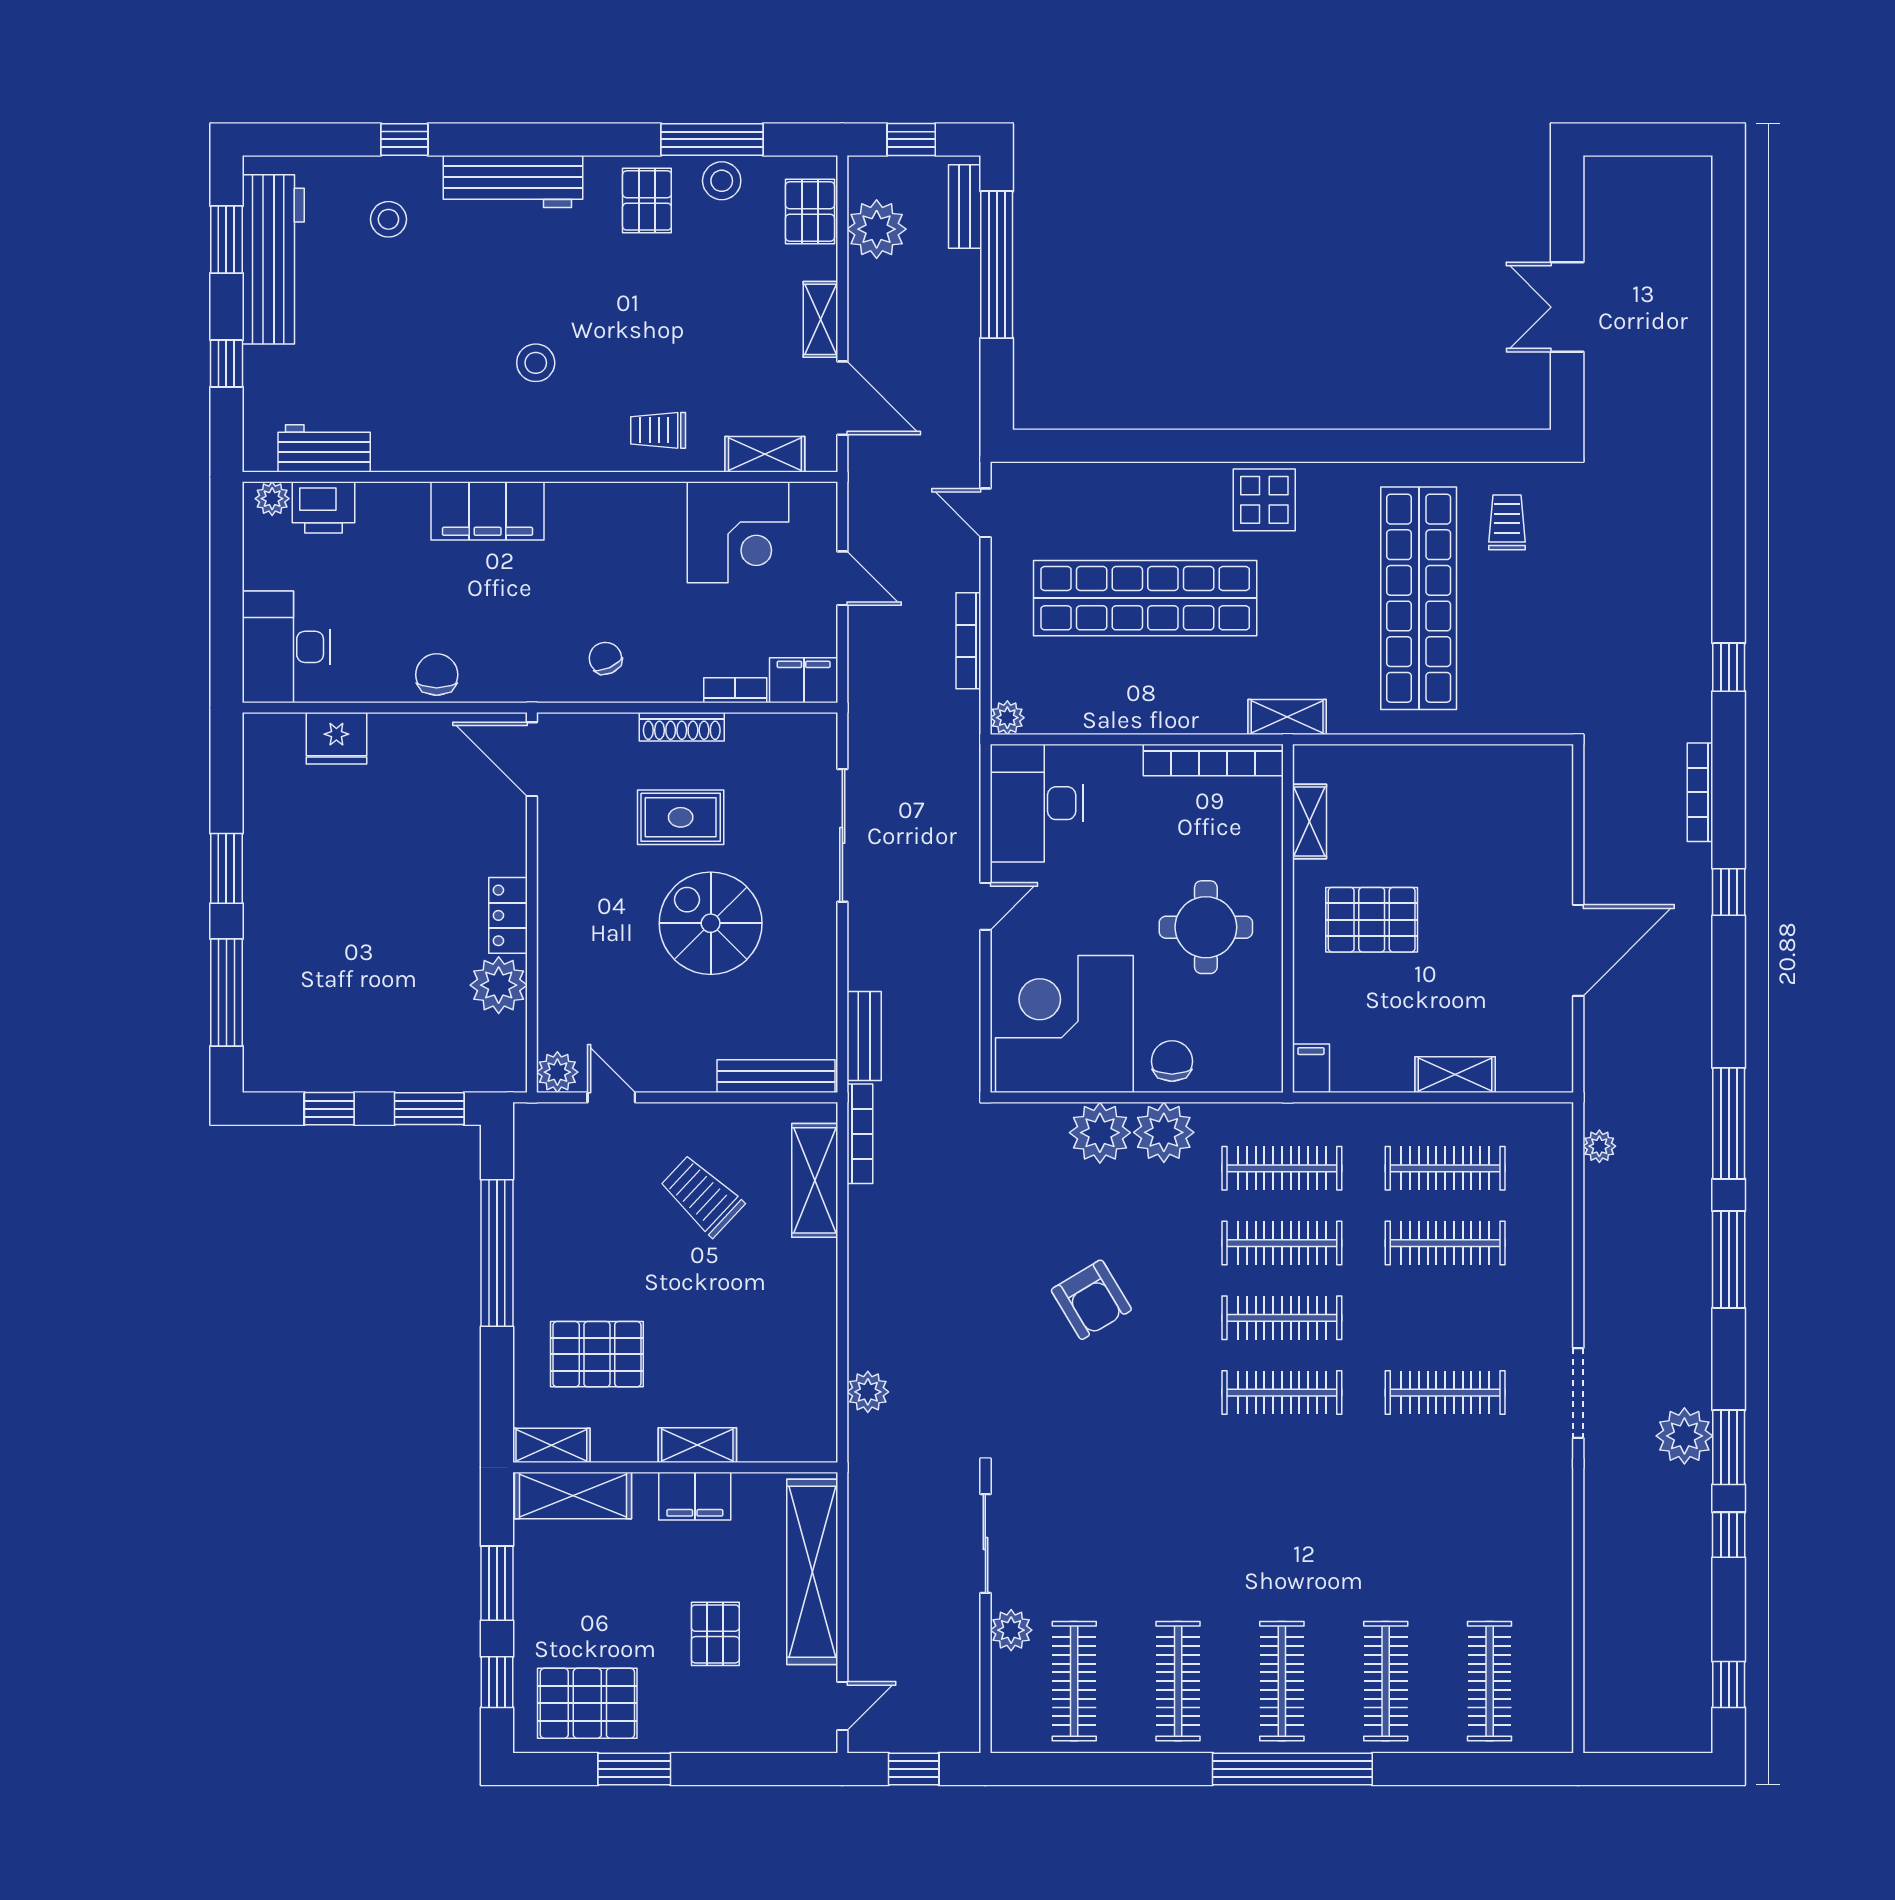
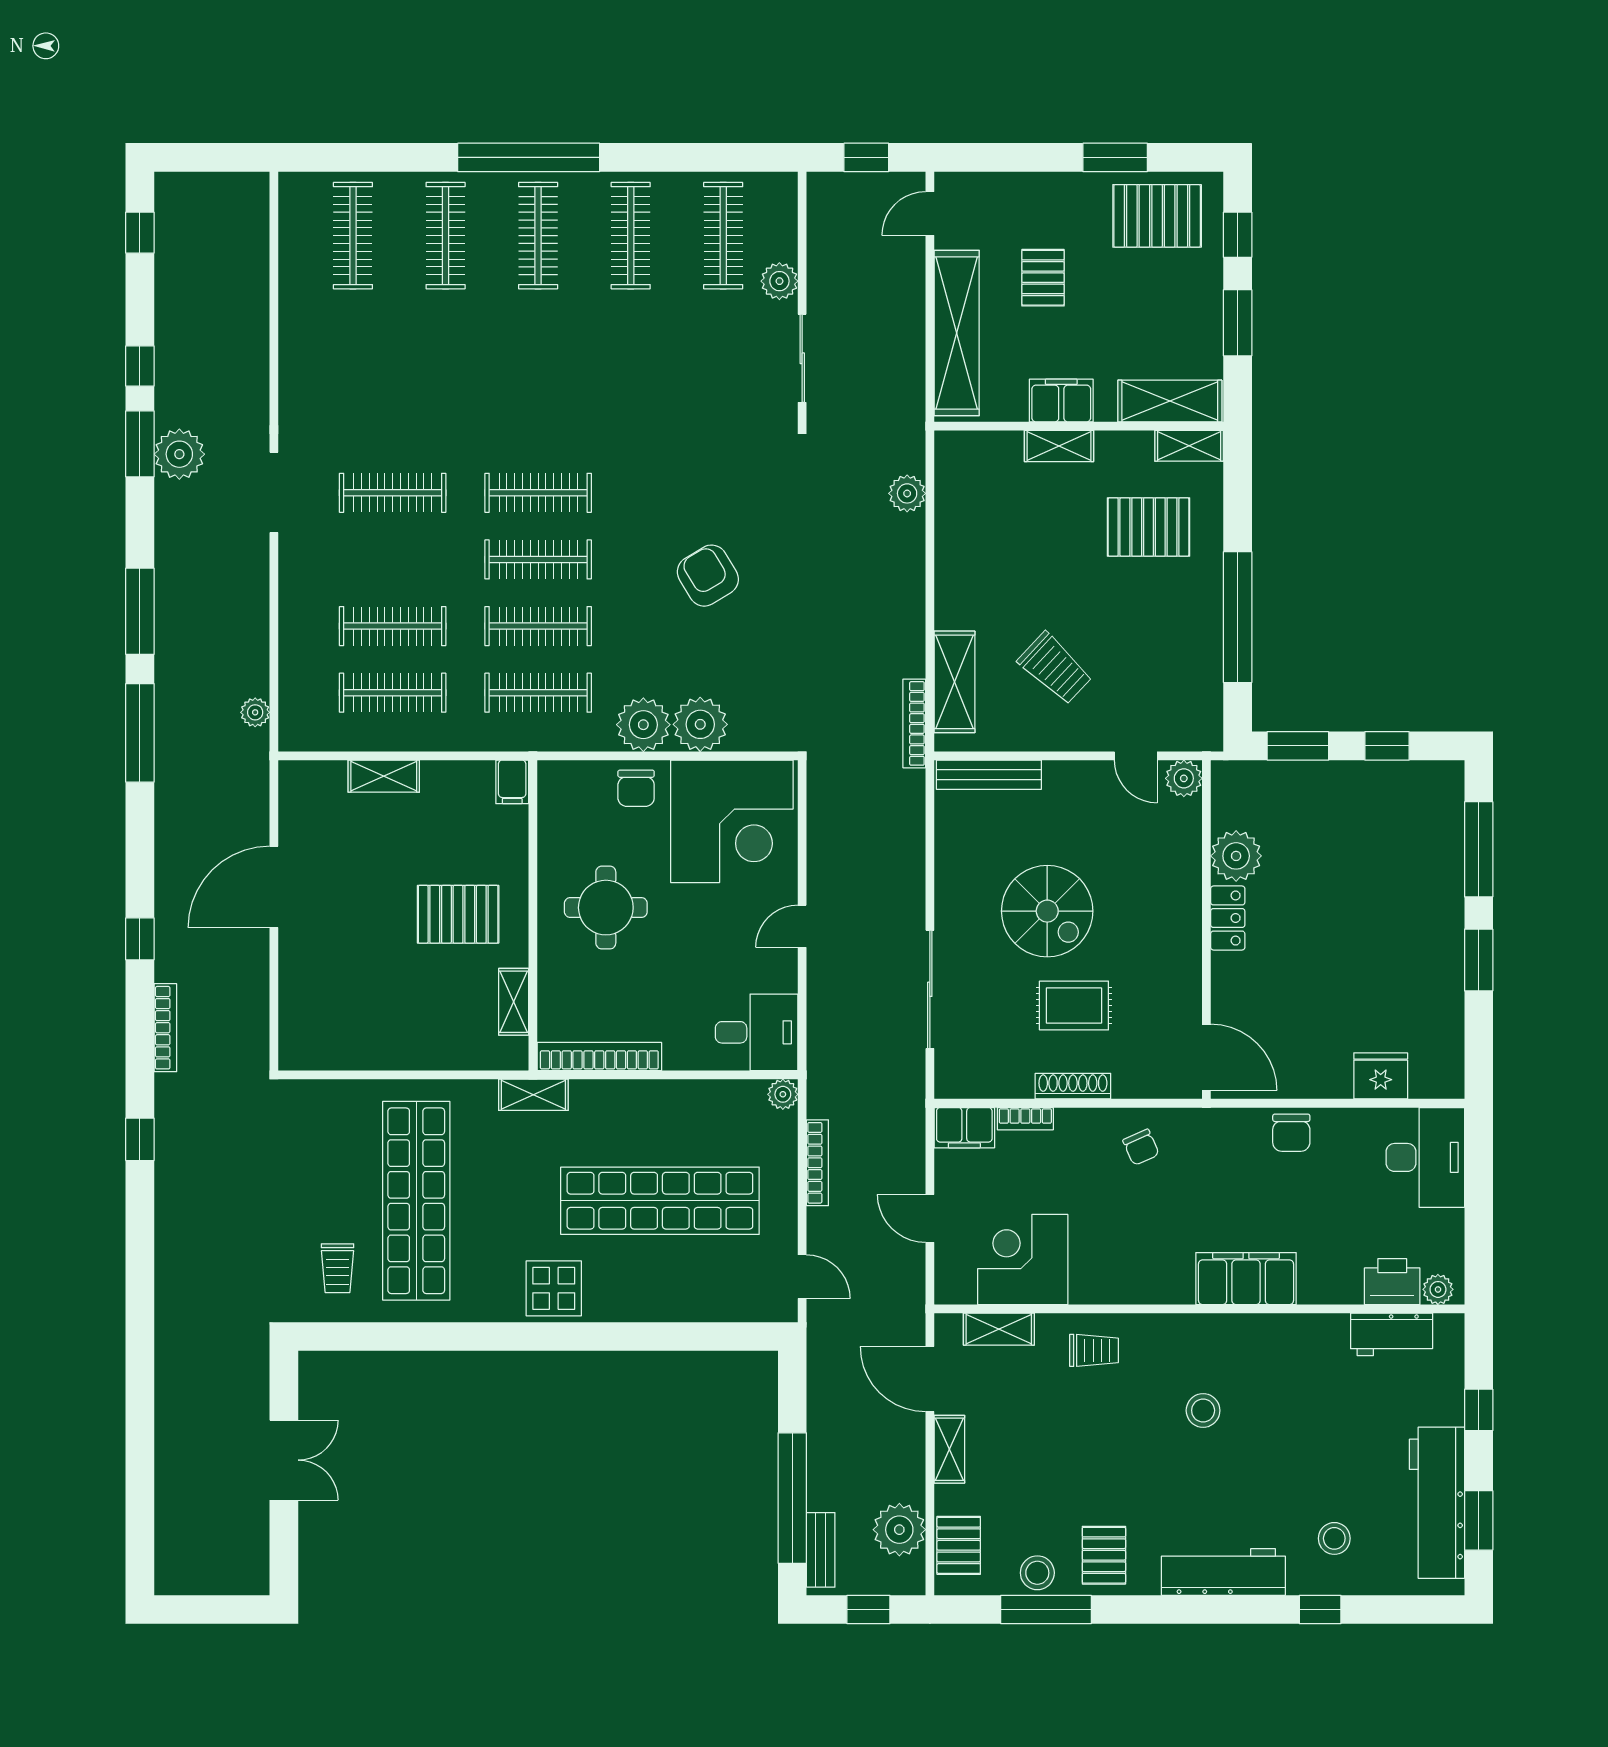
desk: (1037, 803) -> (757, 1032), width x0.73
bench: (864, 1036) -> (910, 811), removed

